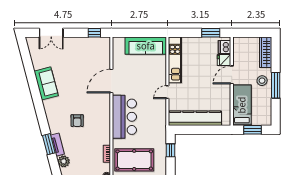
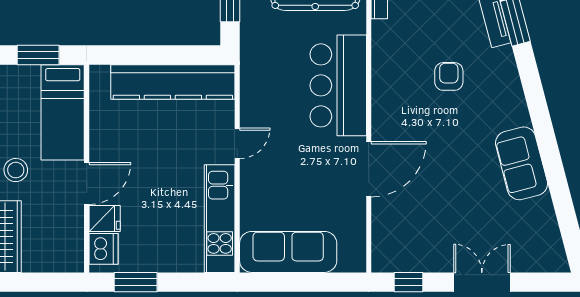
double door: (51, 33) -> (482, 282), moved

